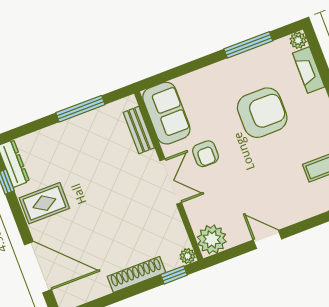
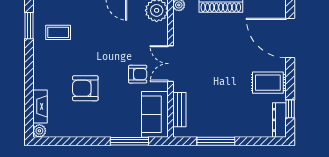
window: (248, 45) -> (129, 141), moved
armchair: (262, 113) -> (85, 88), width x0.73, depth x0.73
armchair: (205, 154) -> (138, 74), turned 90

